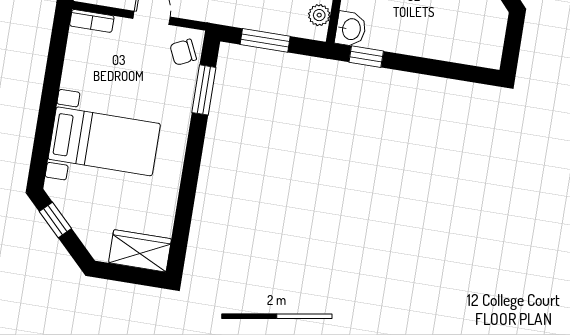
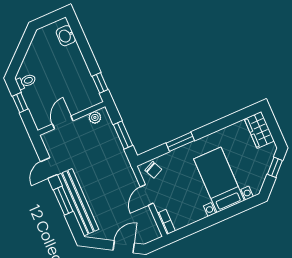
washbasin: (351, 29) -> (66, 36), moved, turned -90
window: (204, 90) -> (180, 142), moved
window: (55, 220) -> (275, 167), moved

